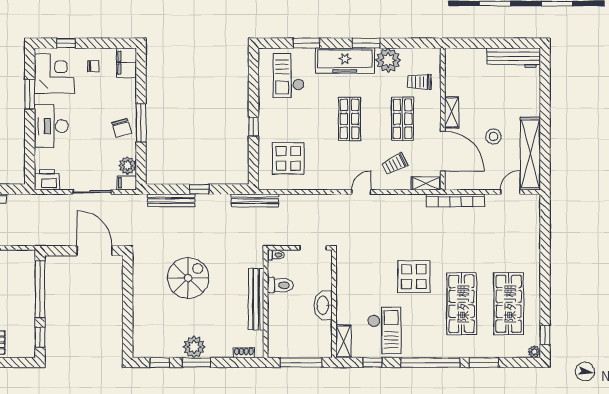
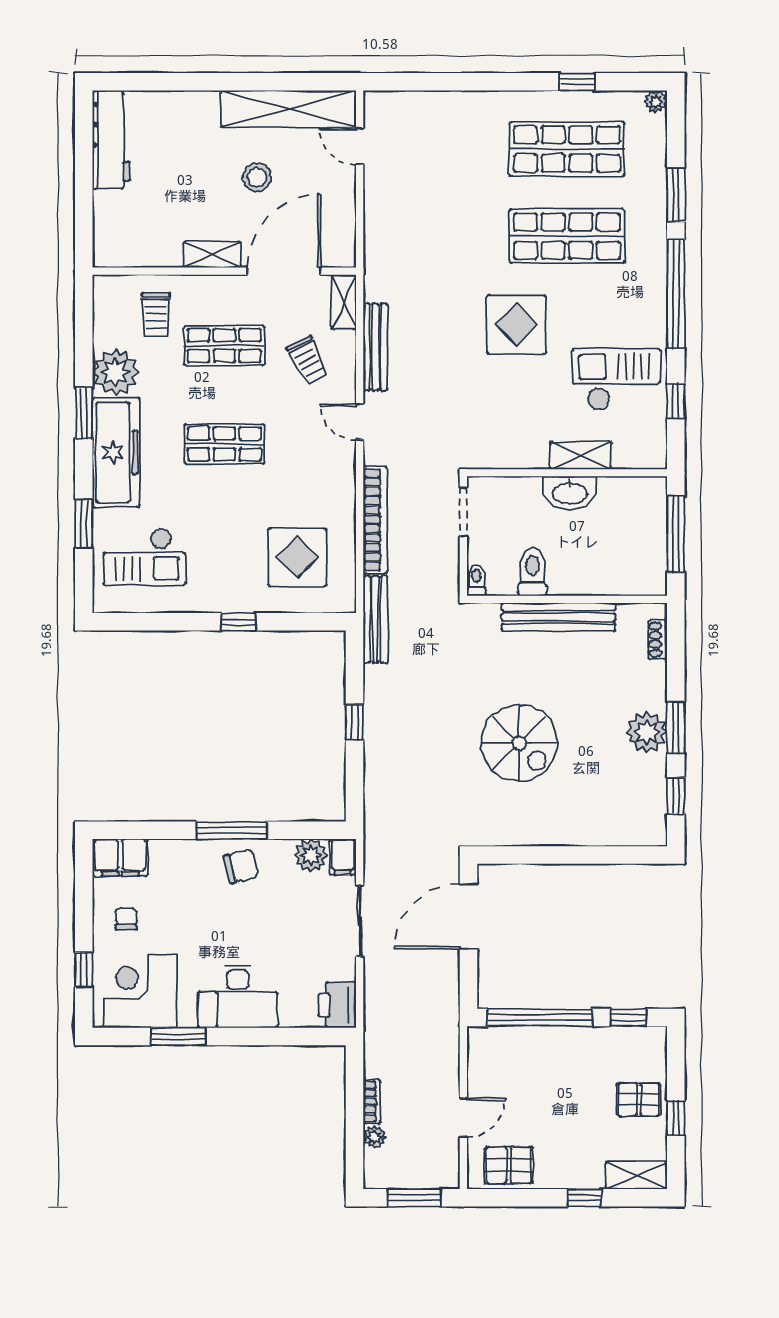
bench: (171, 200) -> (375, 347), moved
bookcase: (455, 200) -> (375, 520), moved
spiral stairs: (188, 278) -> (519, 743), turned 180
window: (545, 335) -> (577, 82), moved
shelving: (343, 341) -> (580, 455), moved

